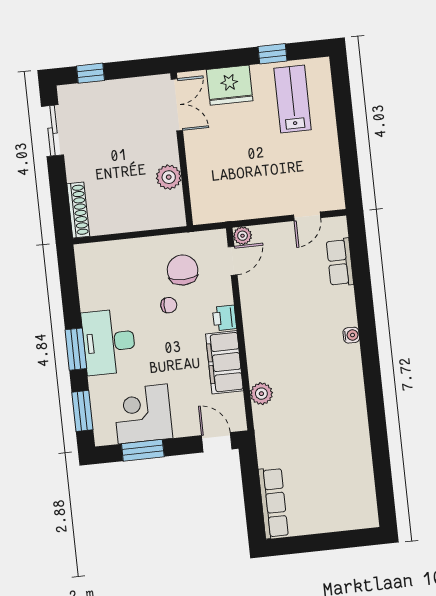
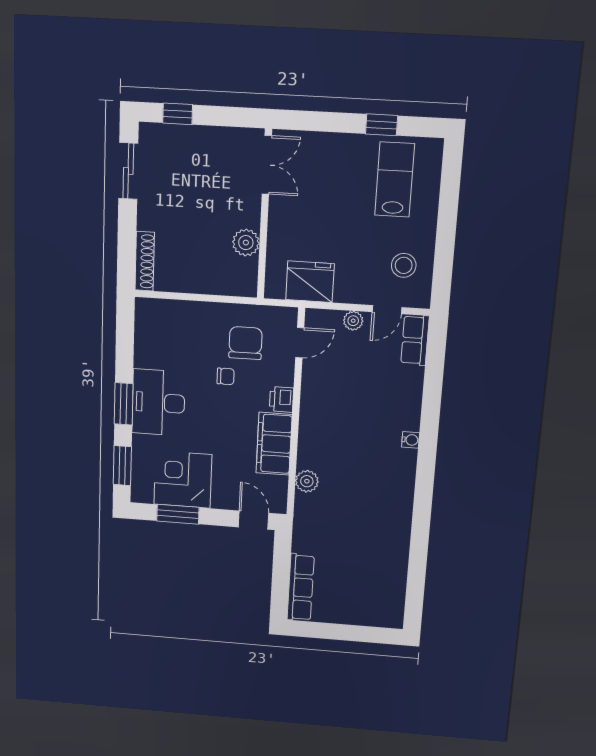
fridge: (230, 85) -> (310, 282), moved, turned 180
stool: (315, 174) -> (404, 265), added
plant: (243, 236) -> (353, 321), moved
row of seats: (340, 262) -> (415, 340), moved

